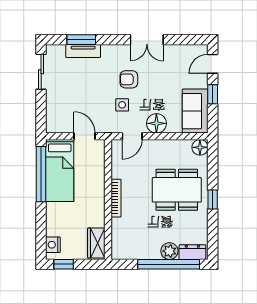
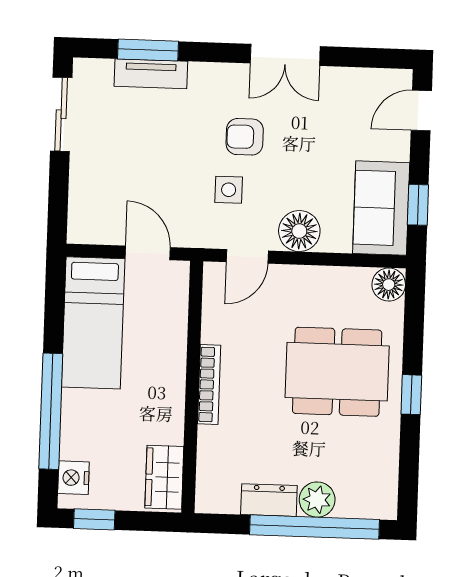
window: (213, 94) -> (418, 205), moved
window: (41, 174) -> (51, 411), moved
dresser: (192, 252) -> (269, 500), moved

